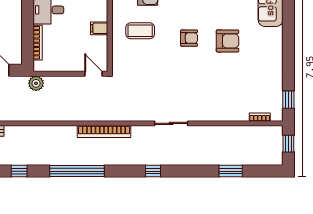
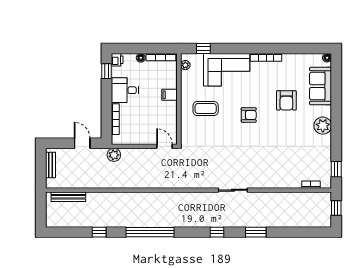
filing cabinet: (99, 28) -> (169, 95), moved
armchair: (228, 41) -> (286, 100), moved, turned 90
plant: (273, 50) -> (323, 126), added
bookcase: (104, 132) -> (174, 197), removed
window: (231, 171) -> (256, 232), moved

